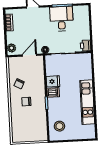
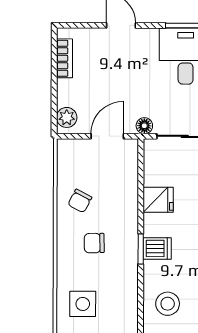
dishwasher: (53, 92) -> (157, 248), moved
side table: (23, 128) -> (83, 304), added

